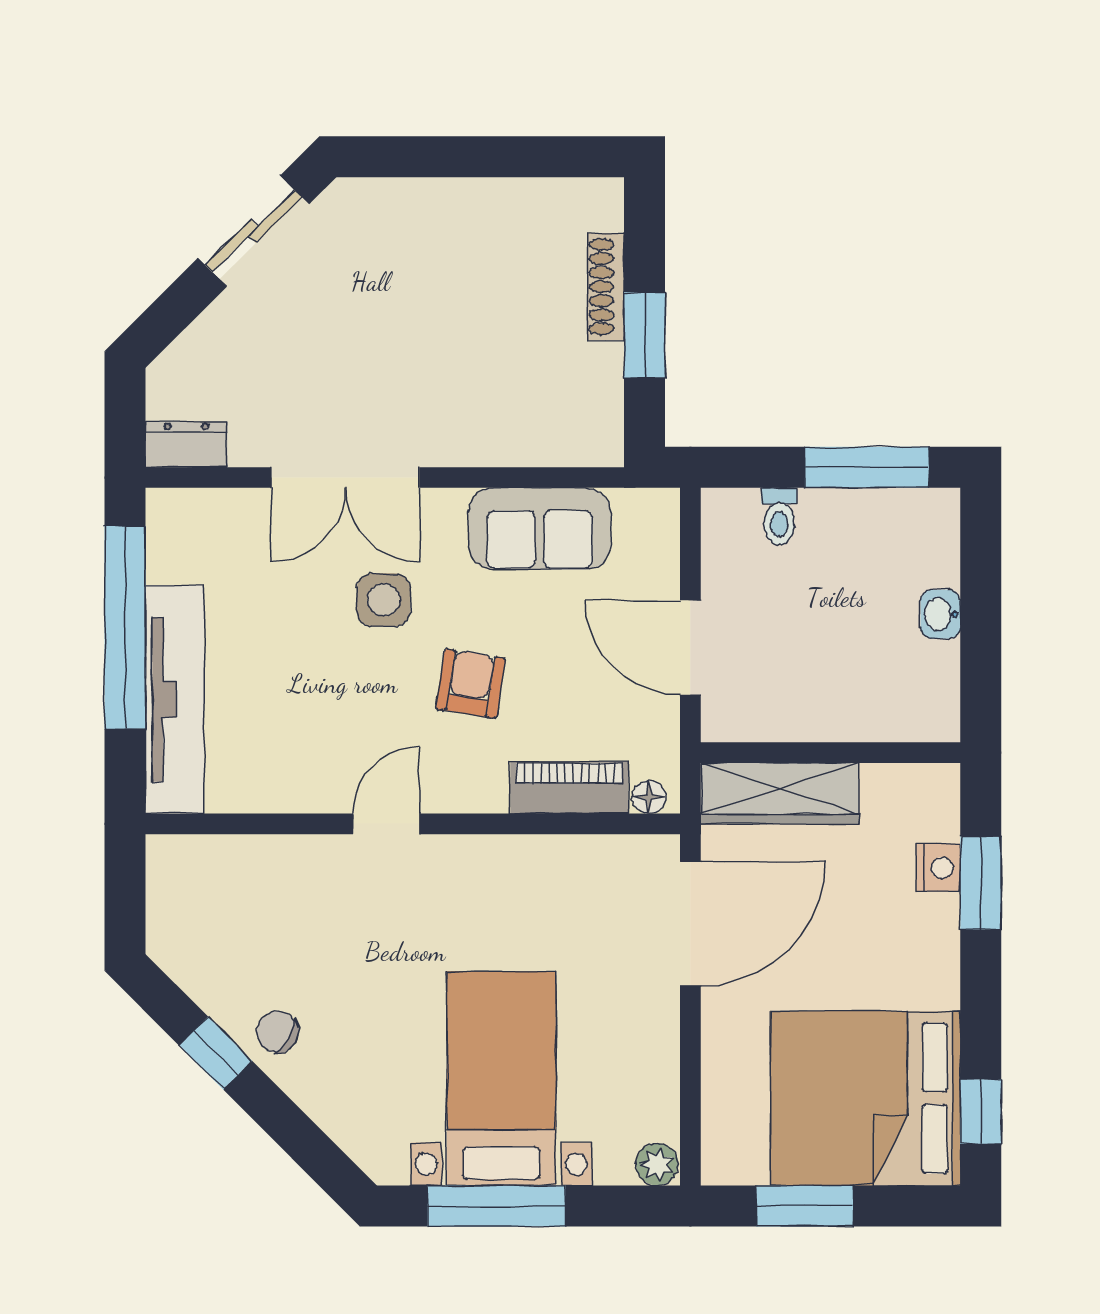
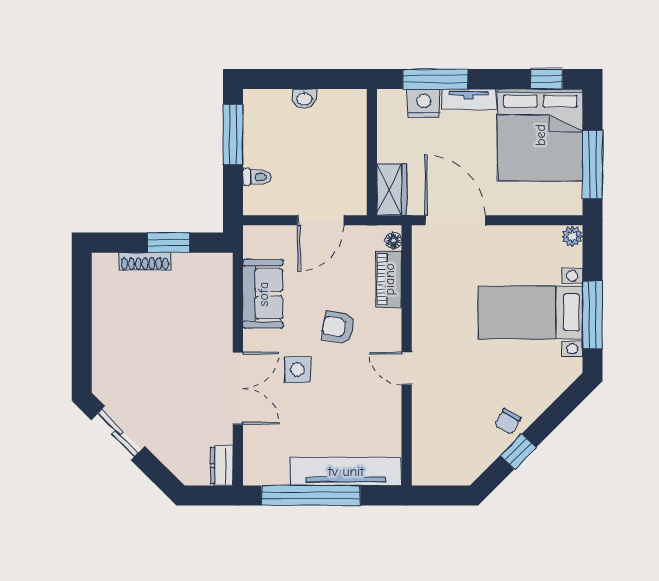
wardrobe: (780, 793) -> (392, 190), width x0.67
nightstand: (938, 868) -> (424, 103), width x1.36, depth x1.33
window: (981, 883) -> (435, 79), width x1.44
tv unit: (939, 951) -> (469, 99), added
window: (805, 1206) -> (593, 165), width x1.44

